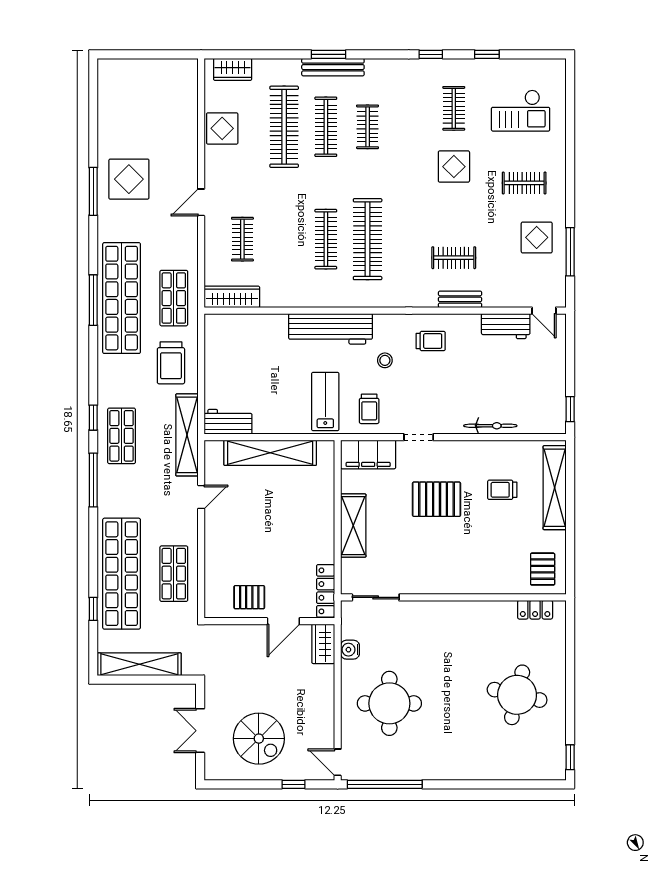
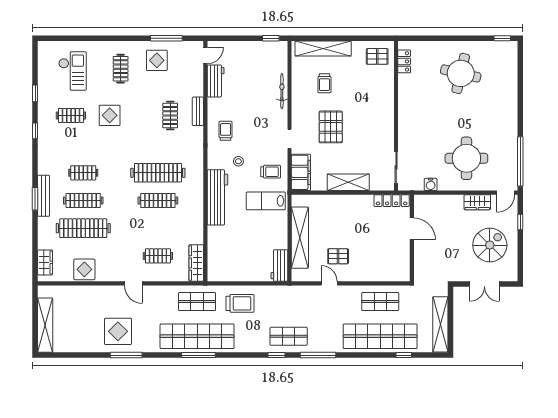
shelving: (187, 435) -> (45, 325), moved, turned 90
pallet: (249, 597) -> (338, 256), moved, turned 90
wardrobe: (323, 644) -> (477, 202), moved

